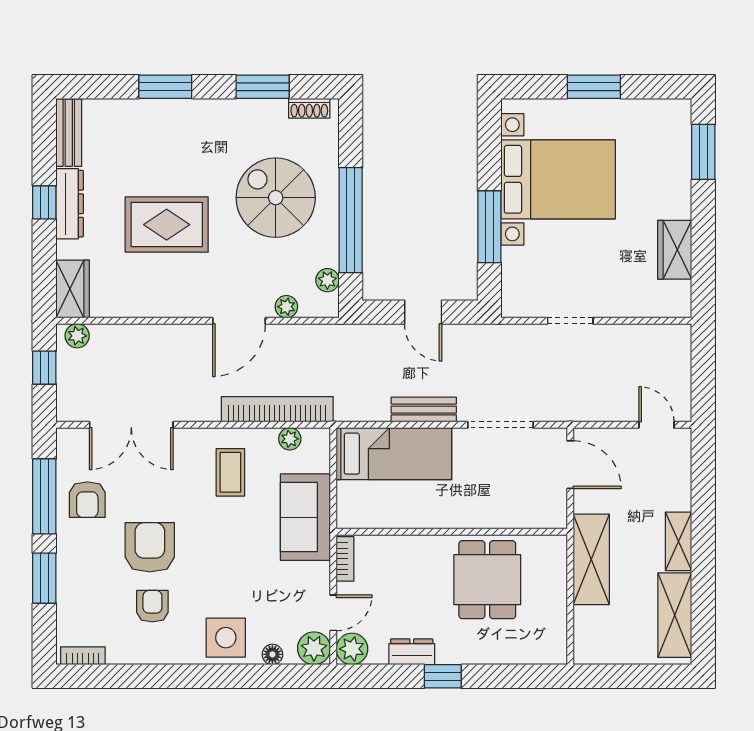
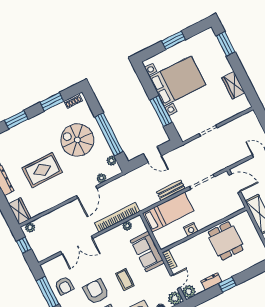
double door: (131, 425) -> (77, 245), moved
coffee table: (230, 472) -> (125, 280), moved
nightstand: (424, 516) -> (191, 229), added

